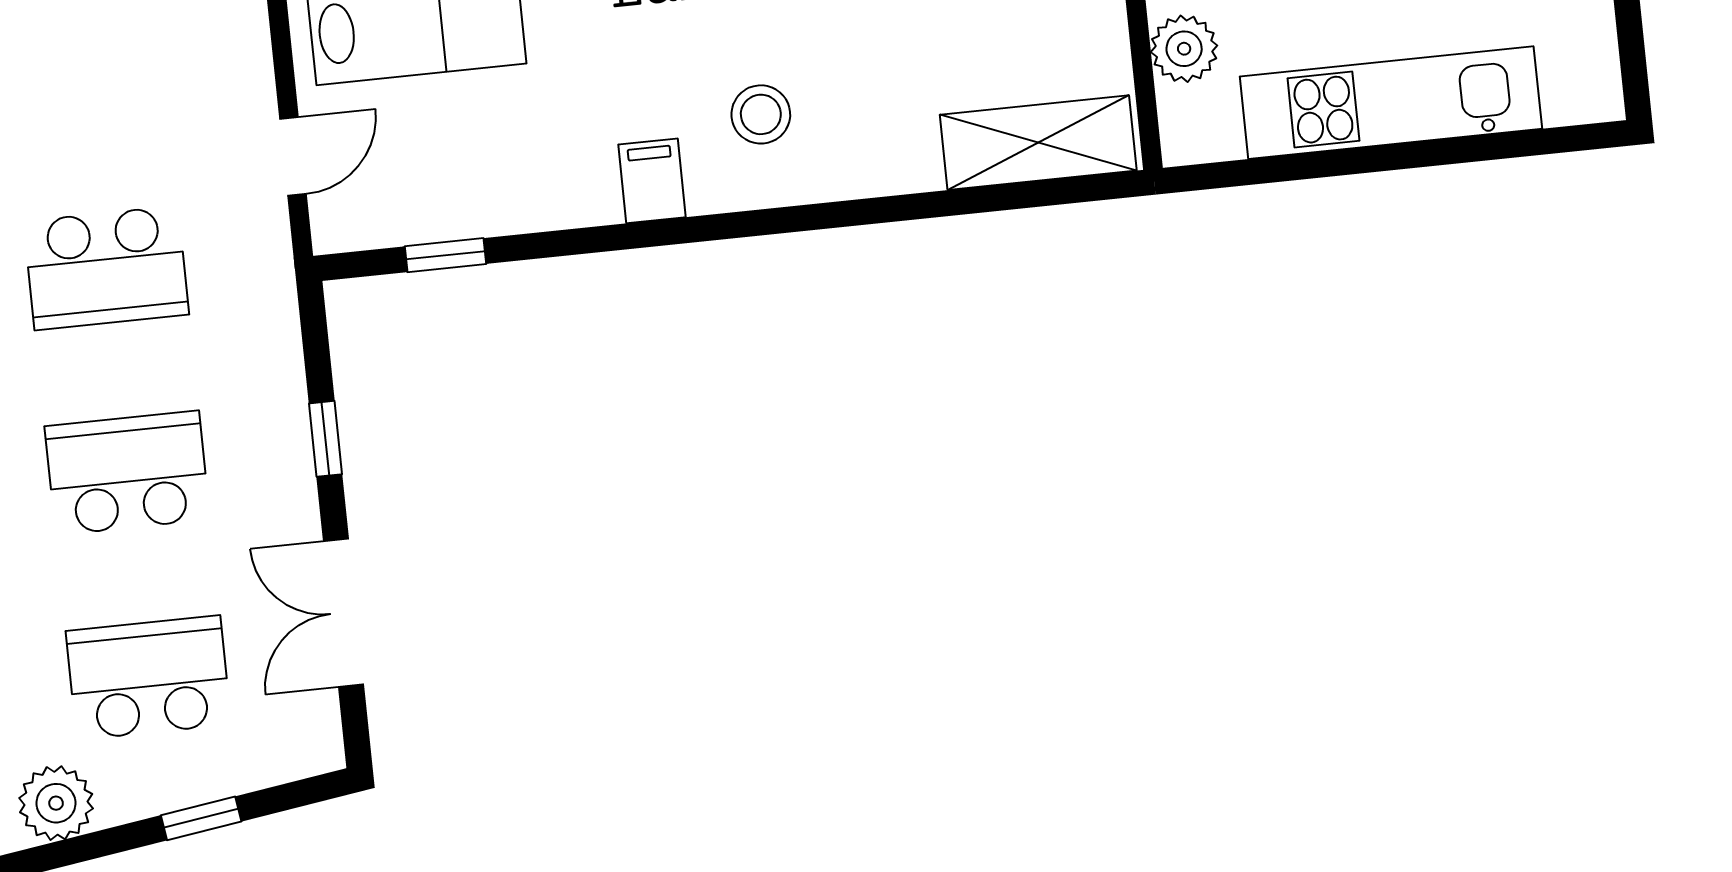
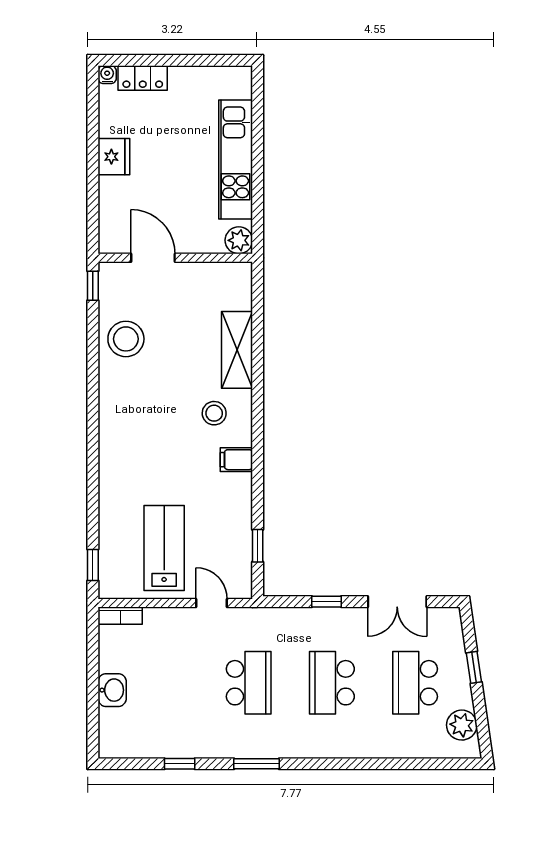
plant: (1184, 49) -> (239, 240), moved
shelving: (1038, 143) -> (237, 350), moved

